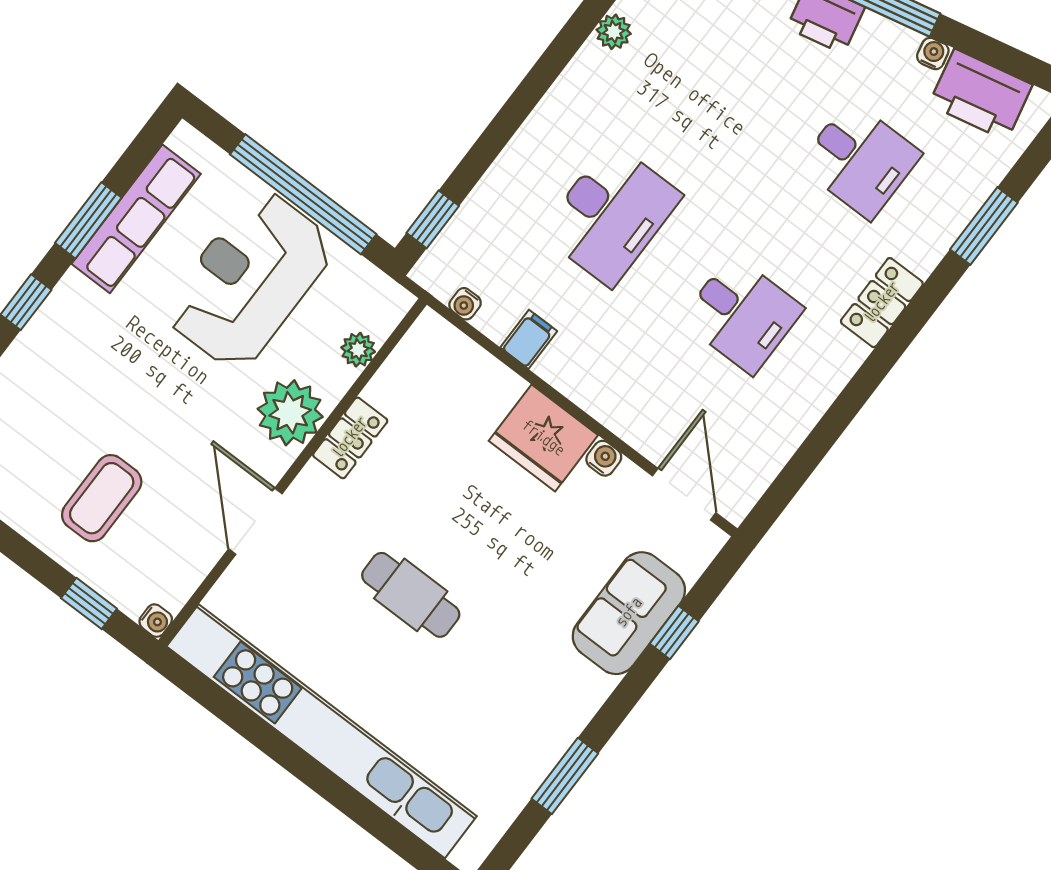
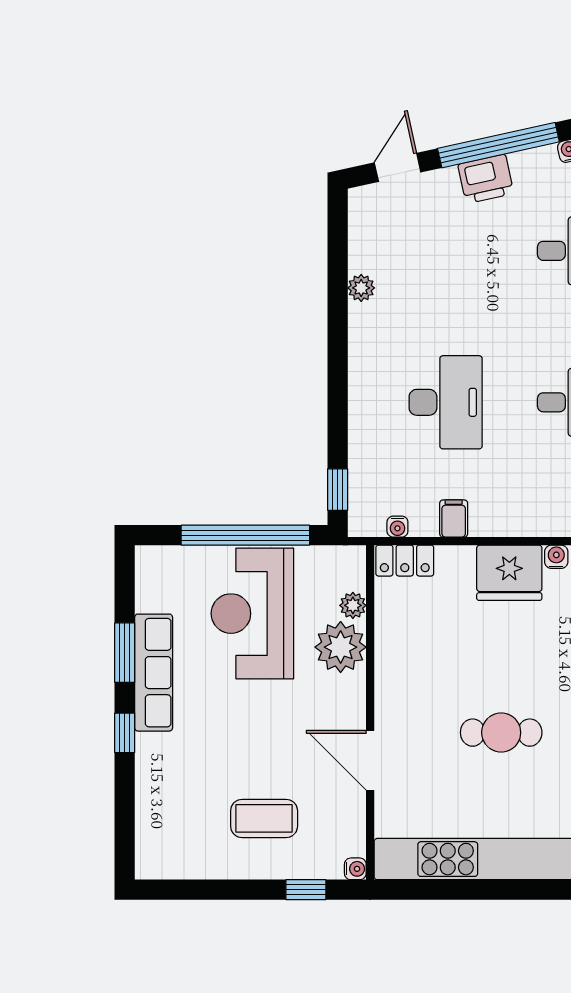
row of seats: (136, 219) -> (154, 673), moved
plant: (290, 413) -> (341, 647), moved
locker: (350, 438) -> (405, 561), moved, turned 90
coffee table: (102, 498) -> (264, 818), turned 90

